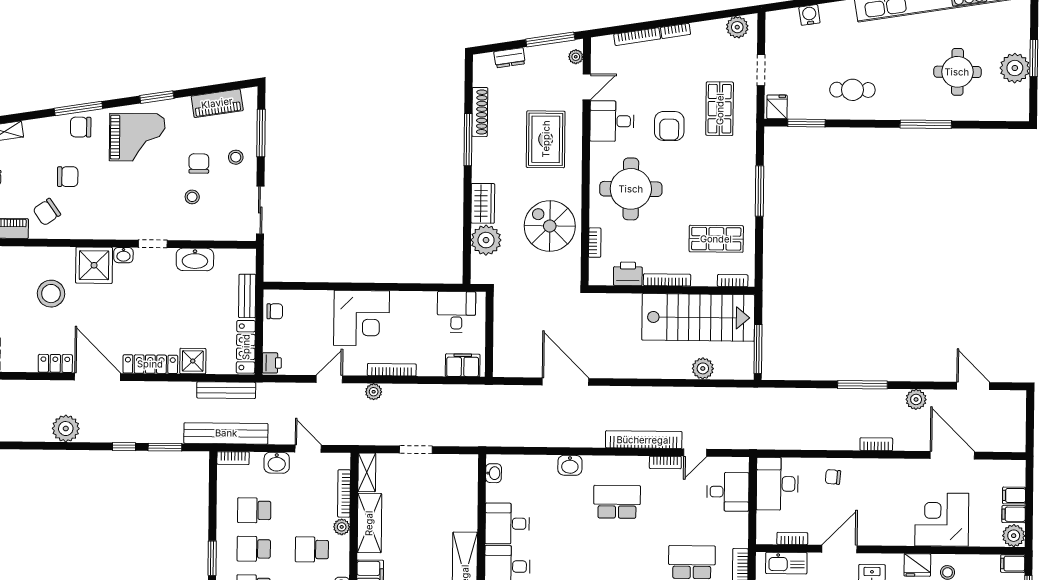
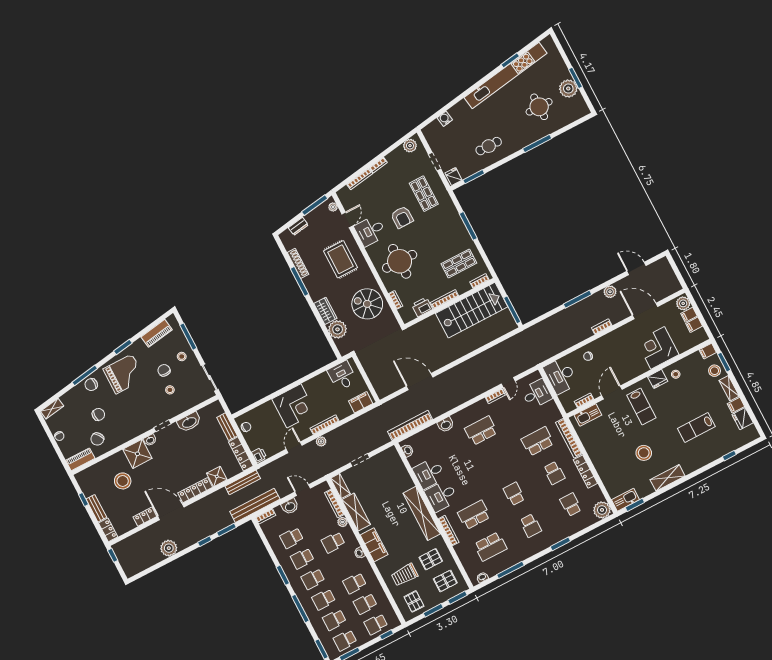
plant: (703, 368) -> (489, 336), removed
bookcase: (644, 440) -> (410, 425), moved
plant: (1014, 536) -> (683, 303), moved

